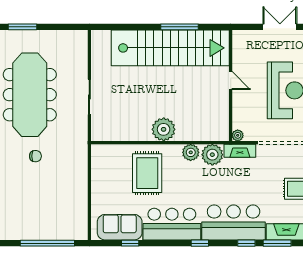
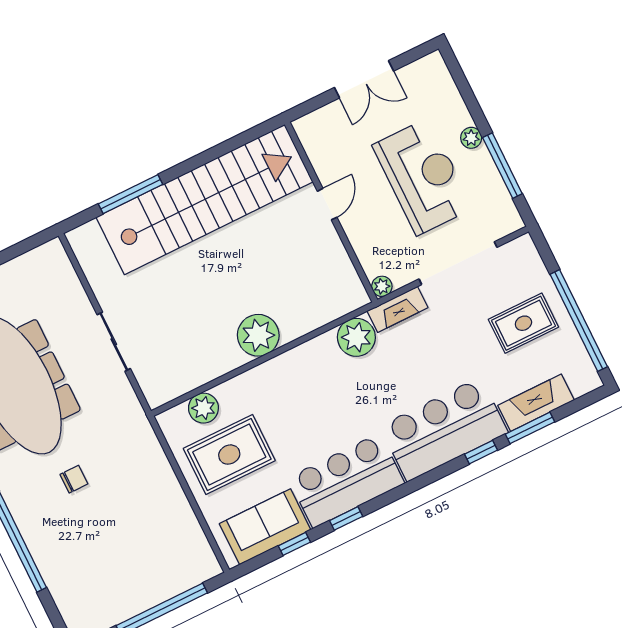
window: (180, 27) -> (130, 194), moved
double door: (280, 27) -> (364, 79), swing flipped
door: (231, 81) -> (327, 204), hinge flipped
plant: (191, 152) -> (203, 408), moved
rug: (147, 173) -> (229, 455), moved, turned 90
window: (200, 243) -> (346, 518), moved

